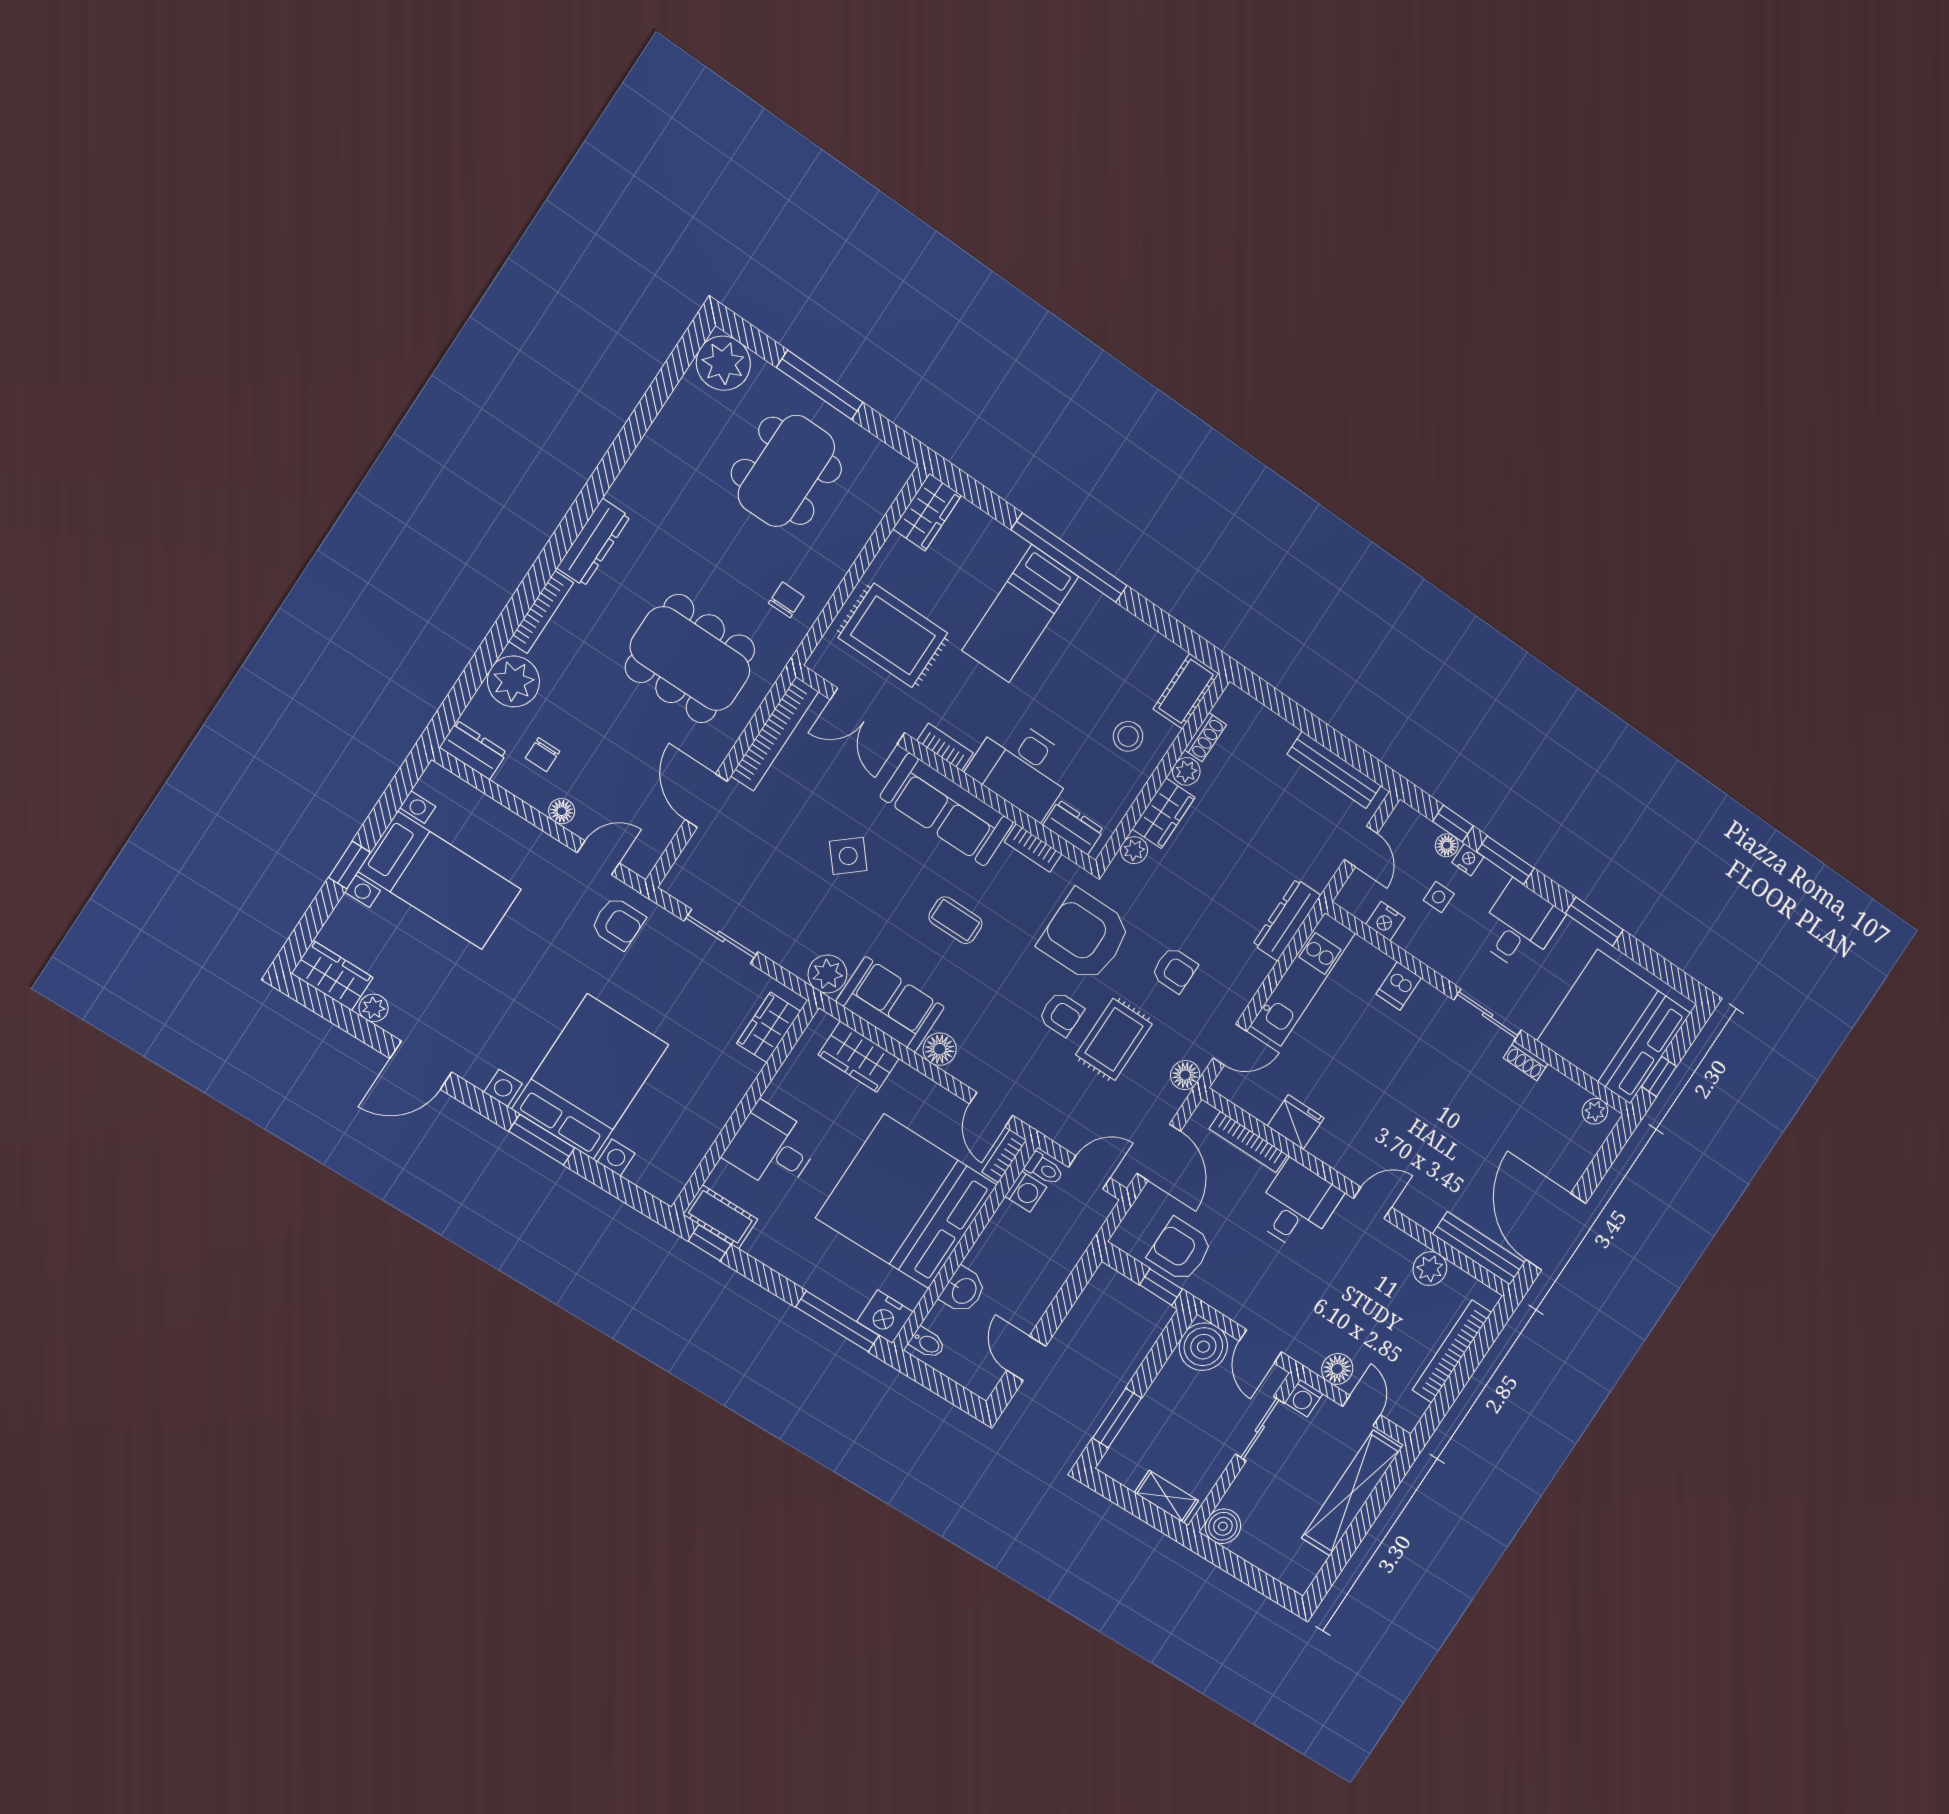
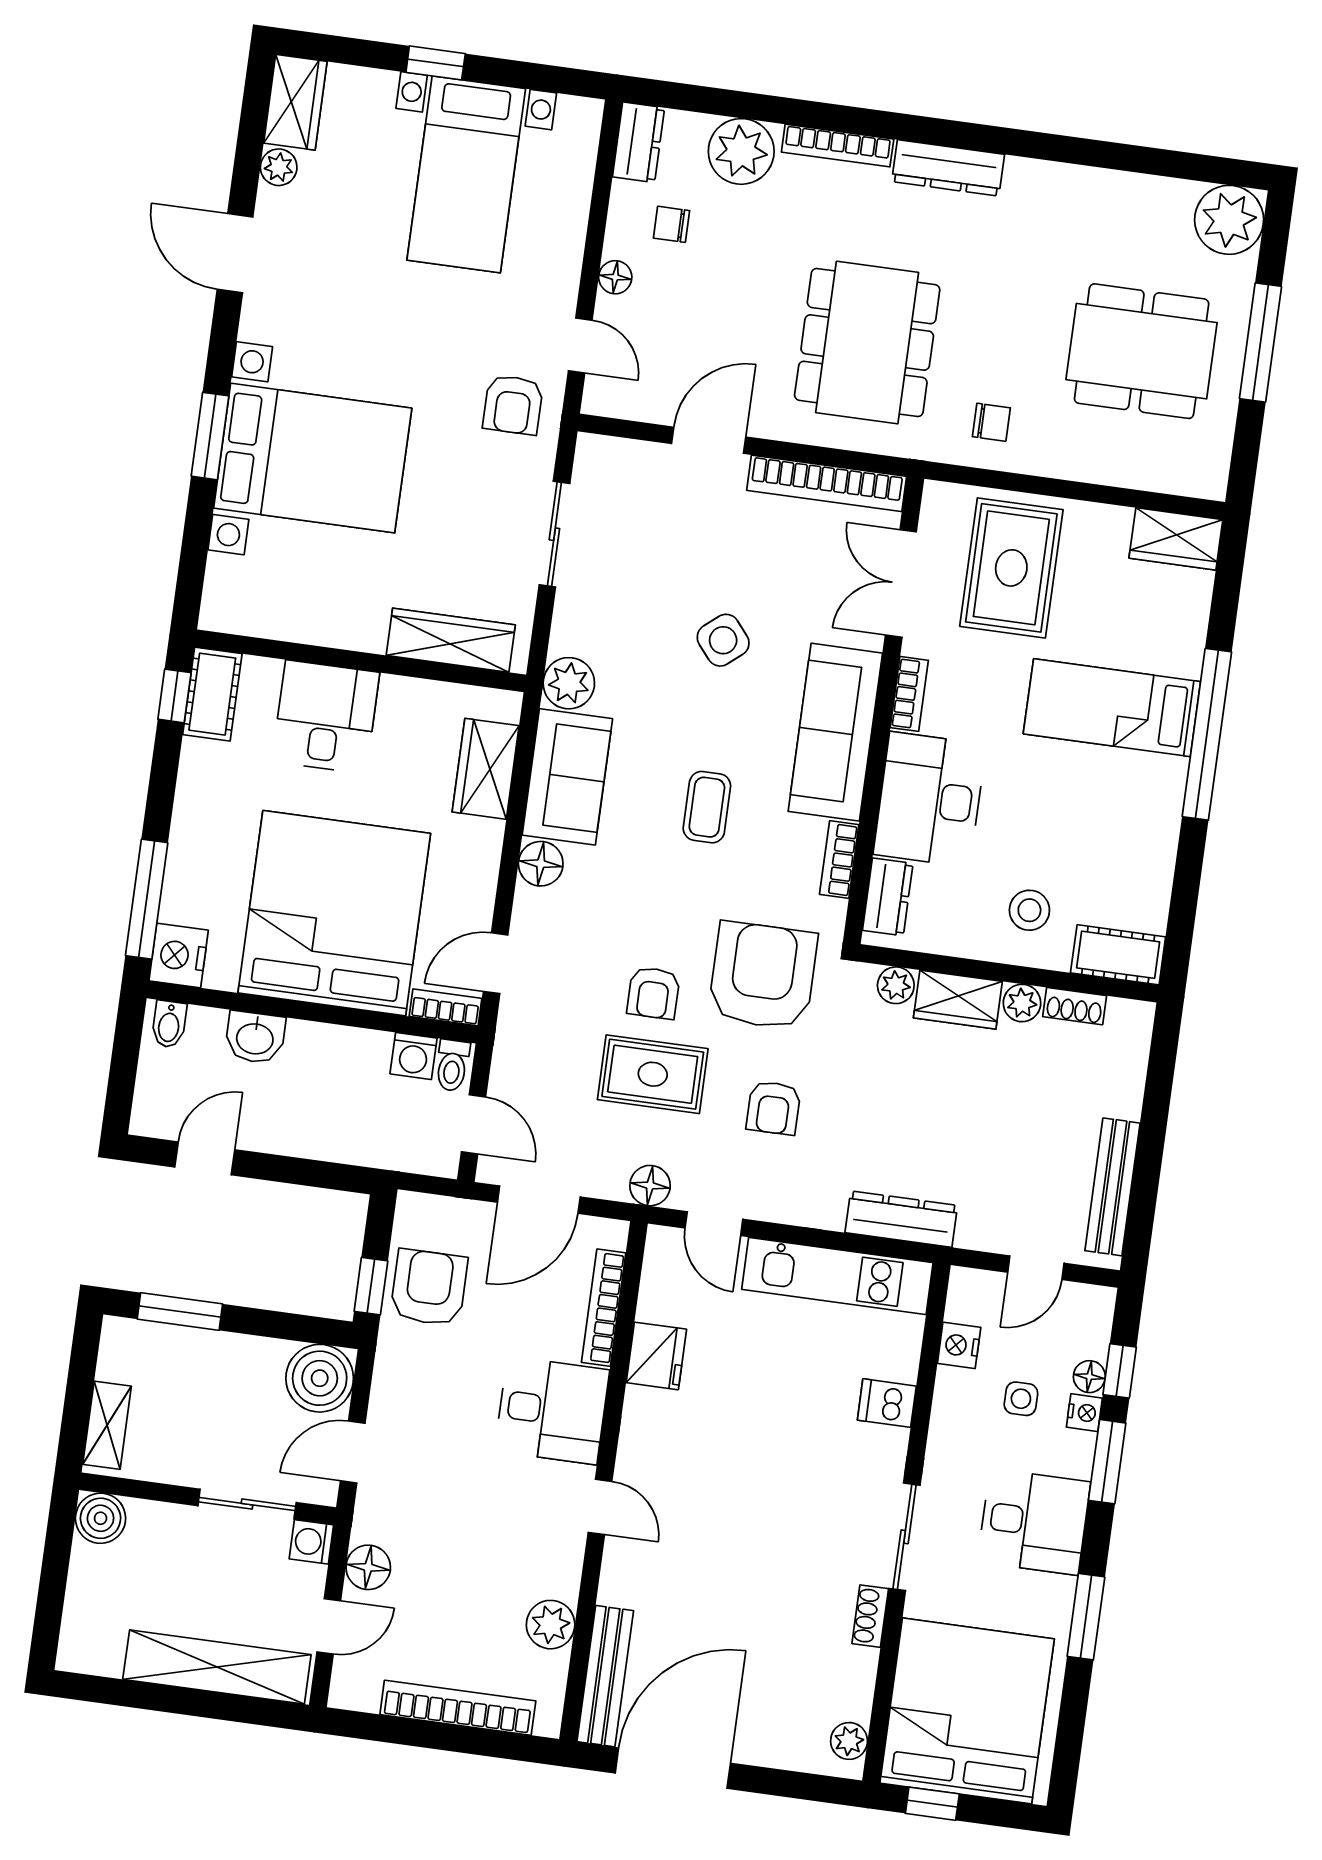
wardrobe: (769, 1027) -> (451, 640), width x1.50

